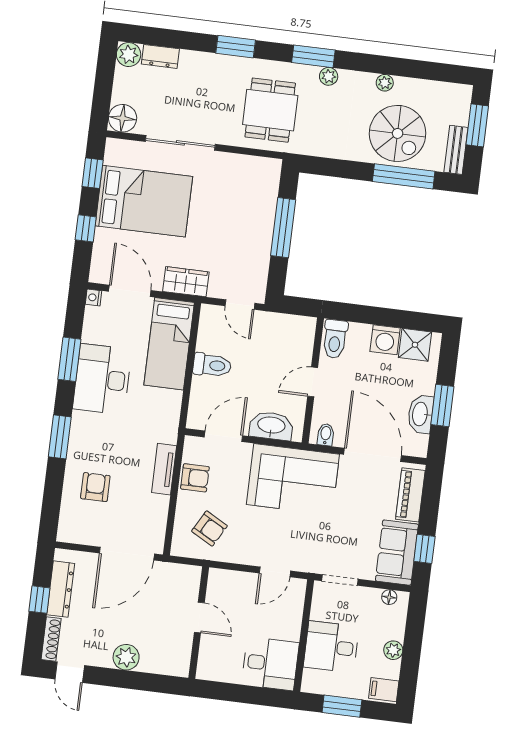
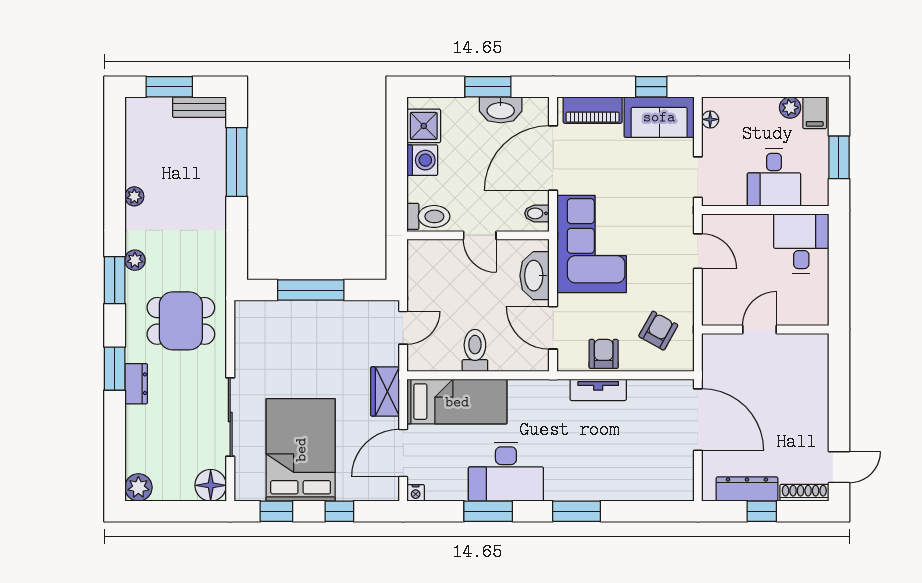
dresser: (160, 56) -> (136, 384), moved
spiral stairs: (398, 133) -> (189, 175), removed
armchair: (95, 487) -> (628, 464), removed
plant: (393, 650) -> (790, 108), moved
plant: (126, 657) -> (814, 406), removed

